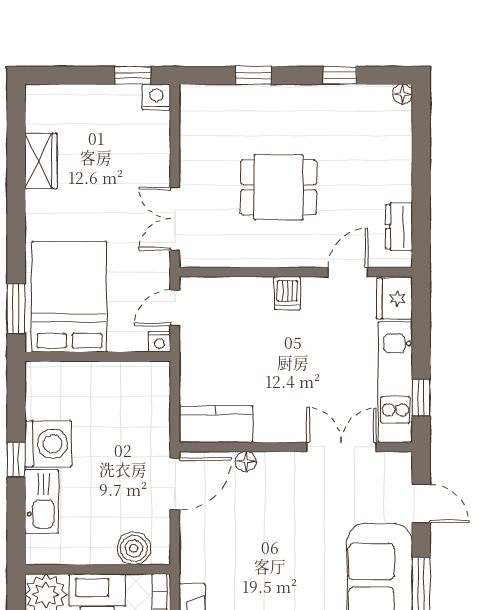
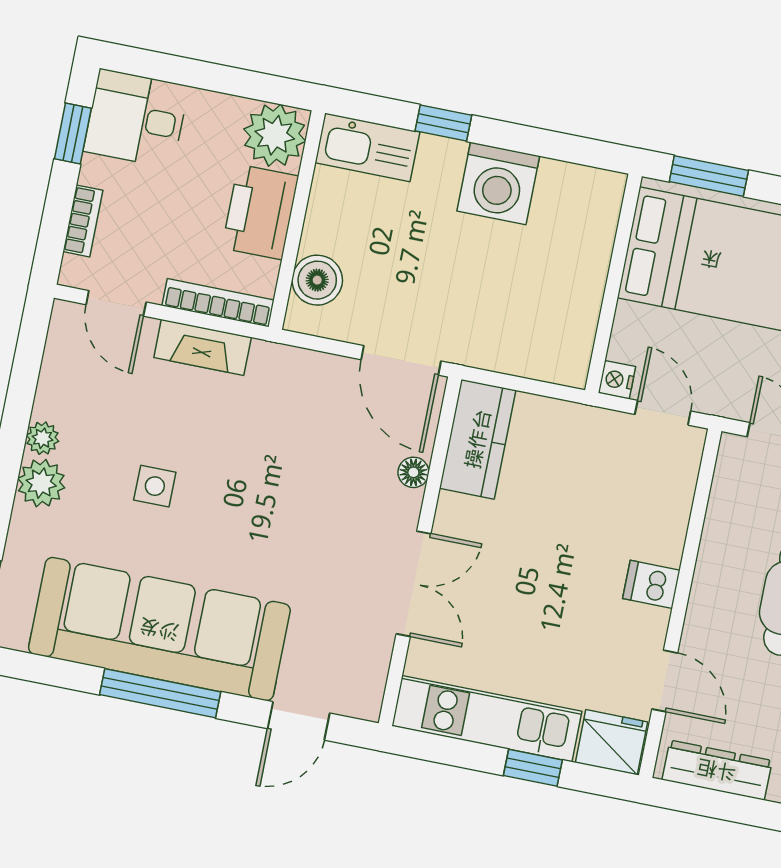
dresser: (399, 227) -> (717, 770), width x1.44
window: (421, 397) -> (533, 768), moved
double door: (341, 447) -> (414, 584), moved
window: (16, 460) -> (443, 123), moved
kitchen sink: (42, 501) -> (367, 147), moved

